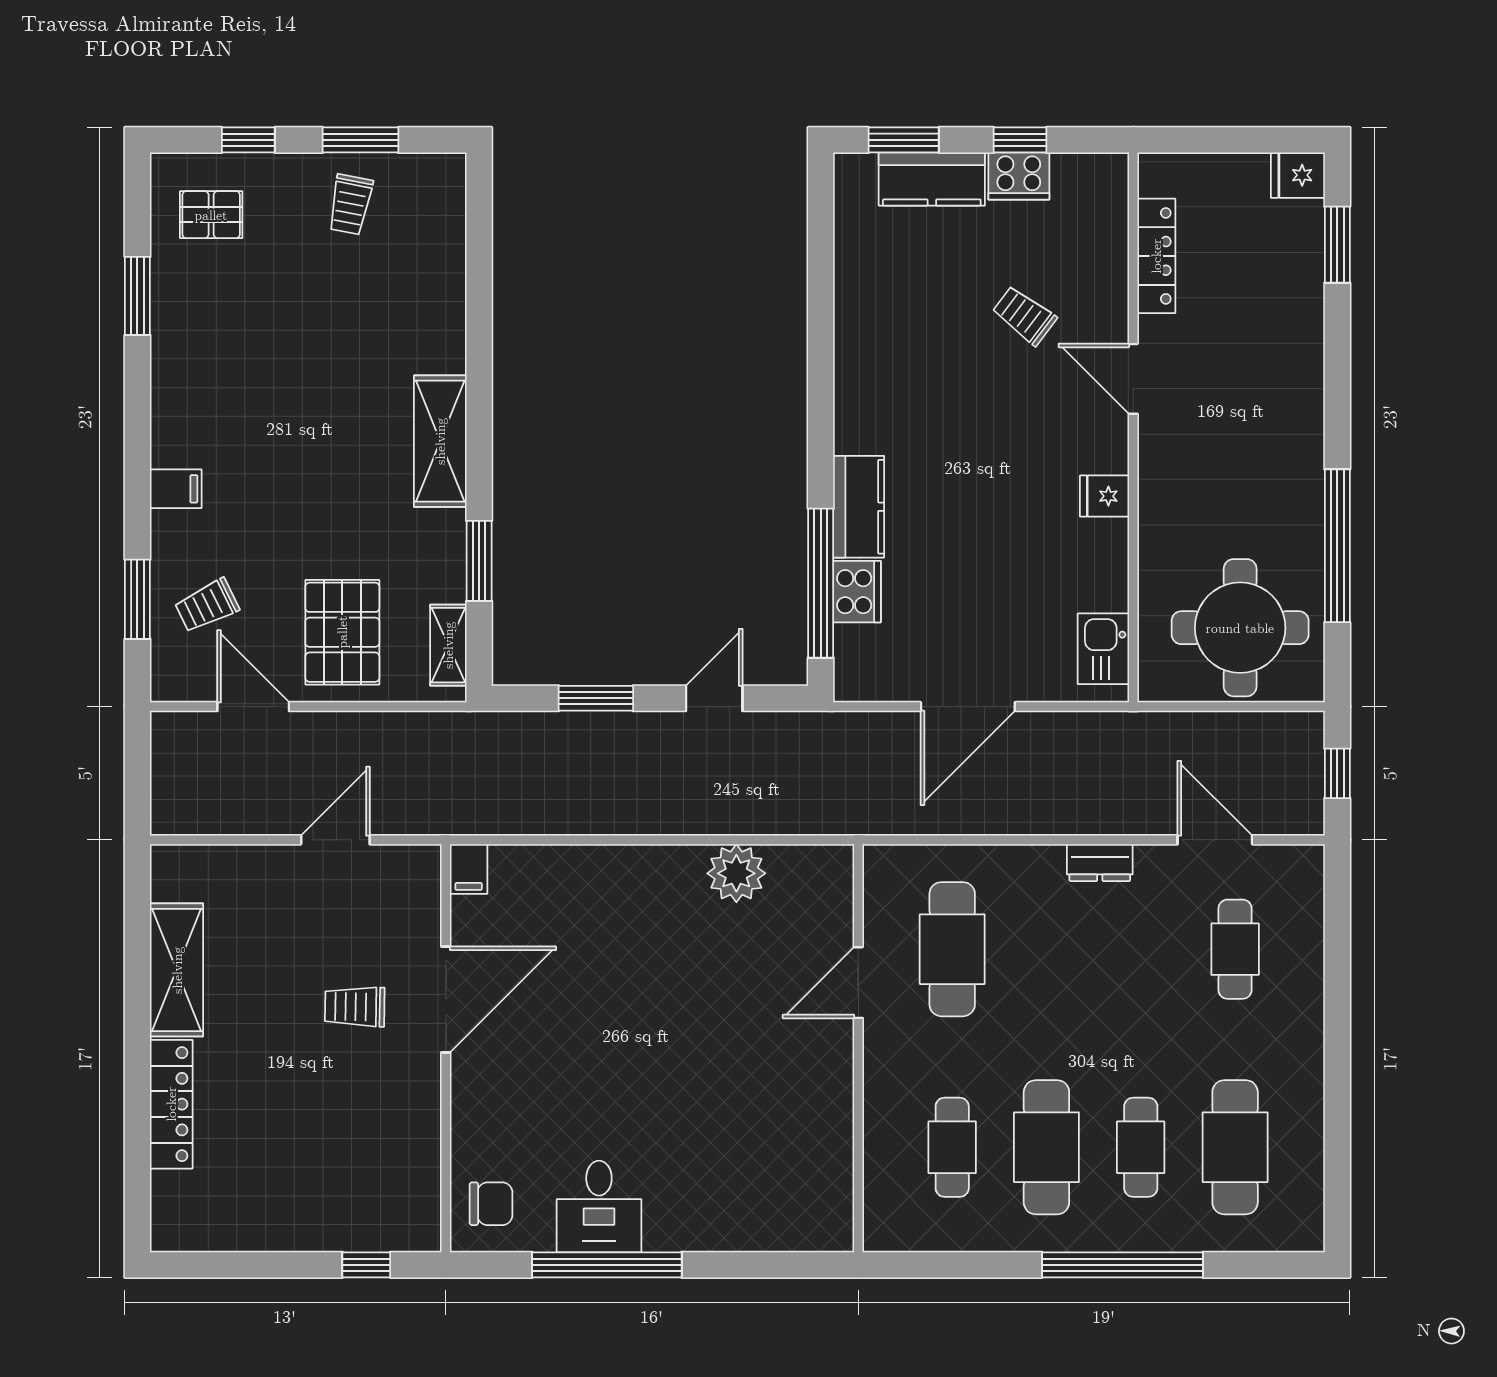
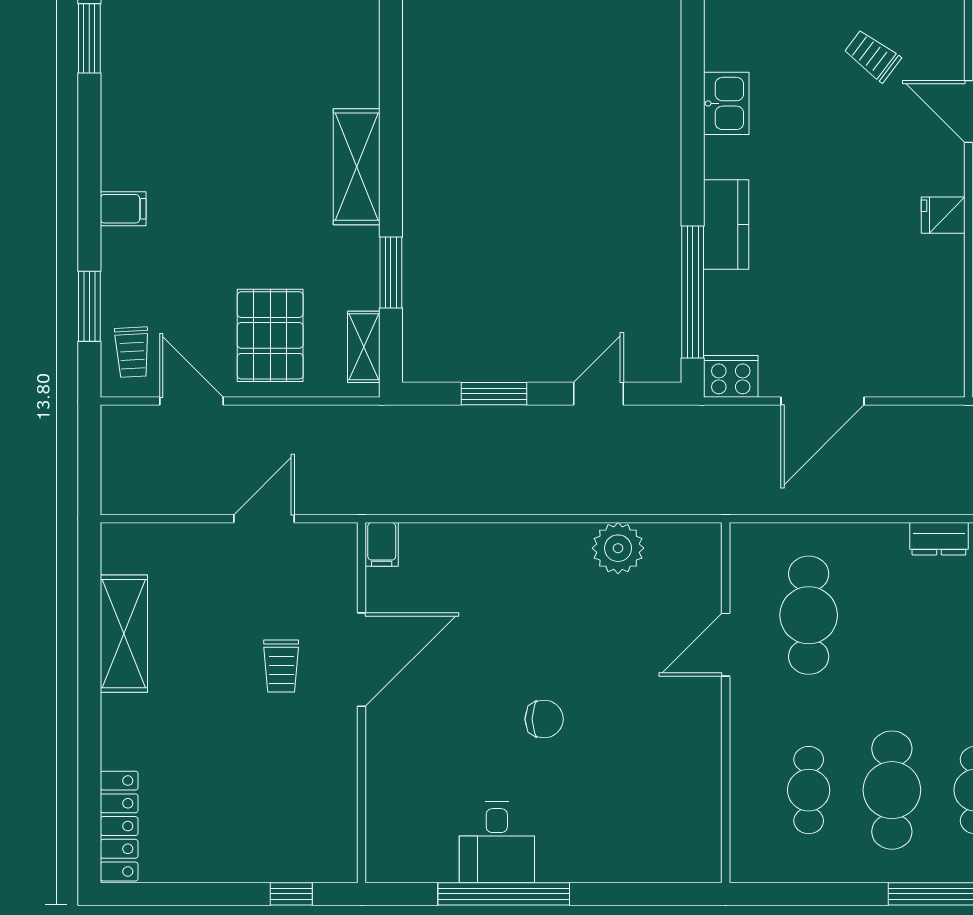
cooker: (857, 592) -> (731, 376), moved, turned -90
trolley: (207, 606) -> (132, 352), moved, turned -67
kitchen sink: (1103, 649) -> (726, 103), moved, turned 180
trolley: (355, 1007) -> (281, 666), turned -91
locker: (171, 1104) -> (119, 826), moved
chair: (491, 1204) -> (544, 719), moved

